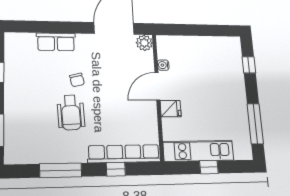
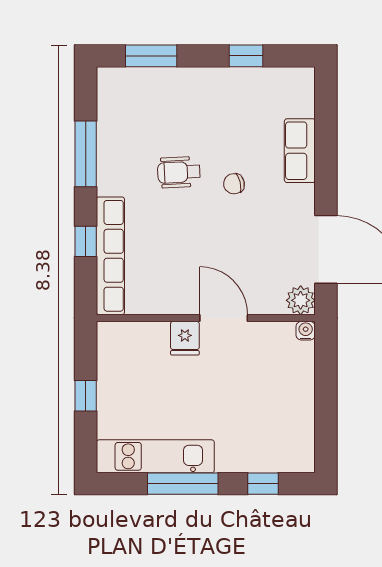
water cooler: (163, 65) -> (306, 331), moved
wheelchair: (71, 113) -> (179, 172), width x0.73, depth x0.73
window: (255, 124) -> (183, 484), moved
kitchen unit: (198, 151) -> (155, 456), moved, turned -90

